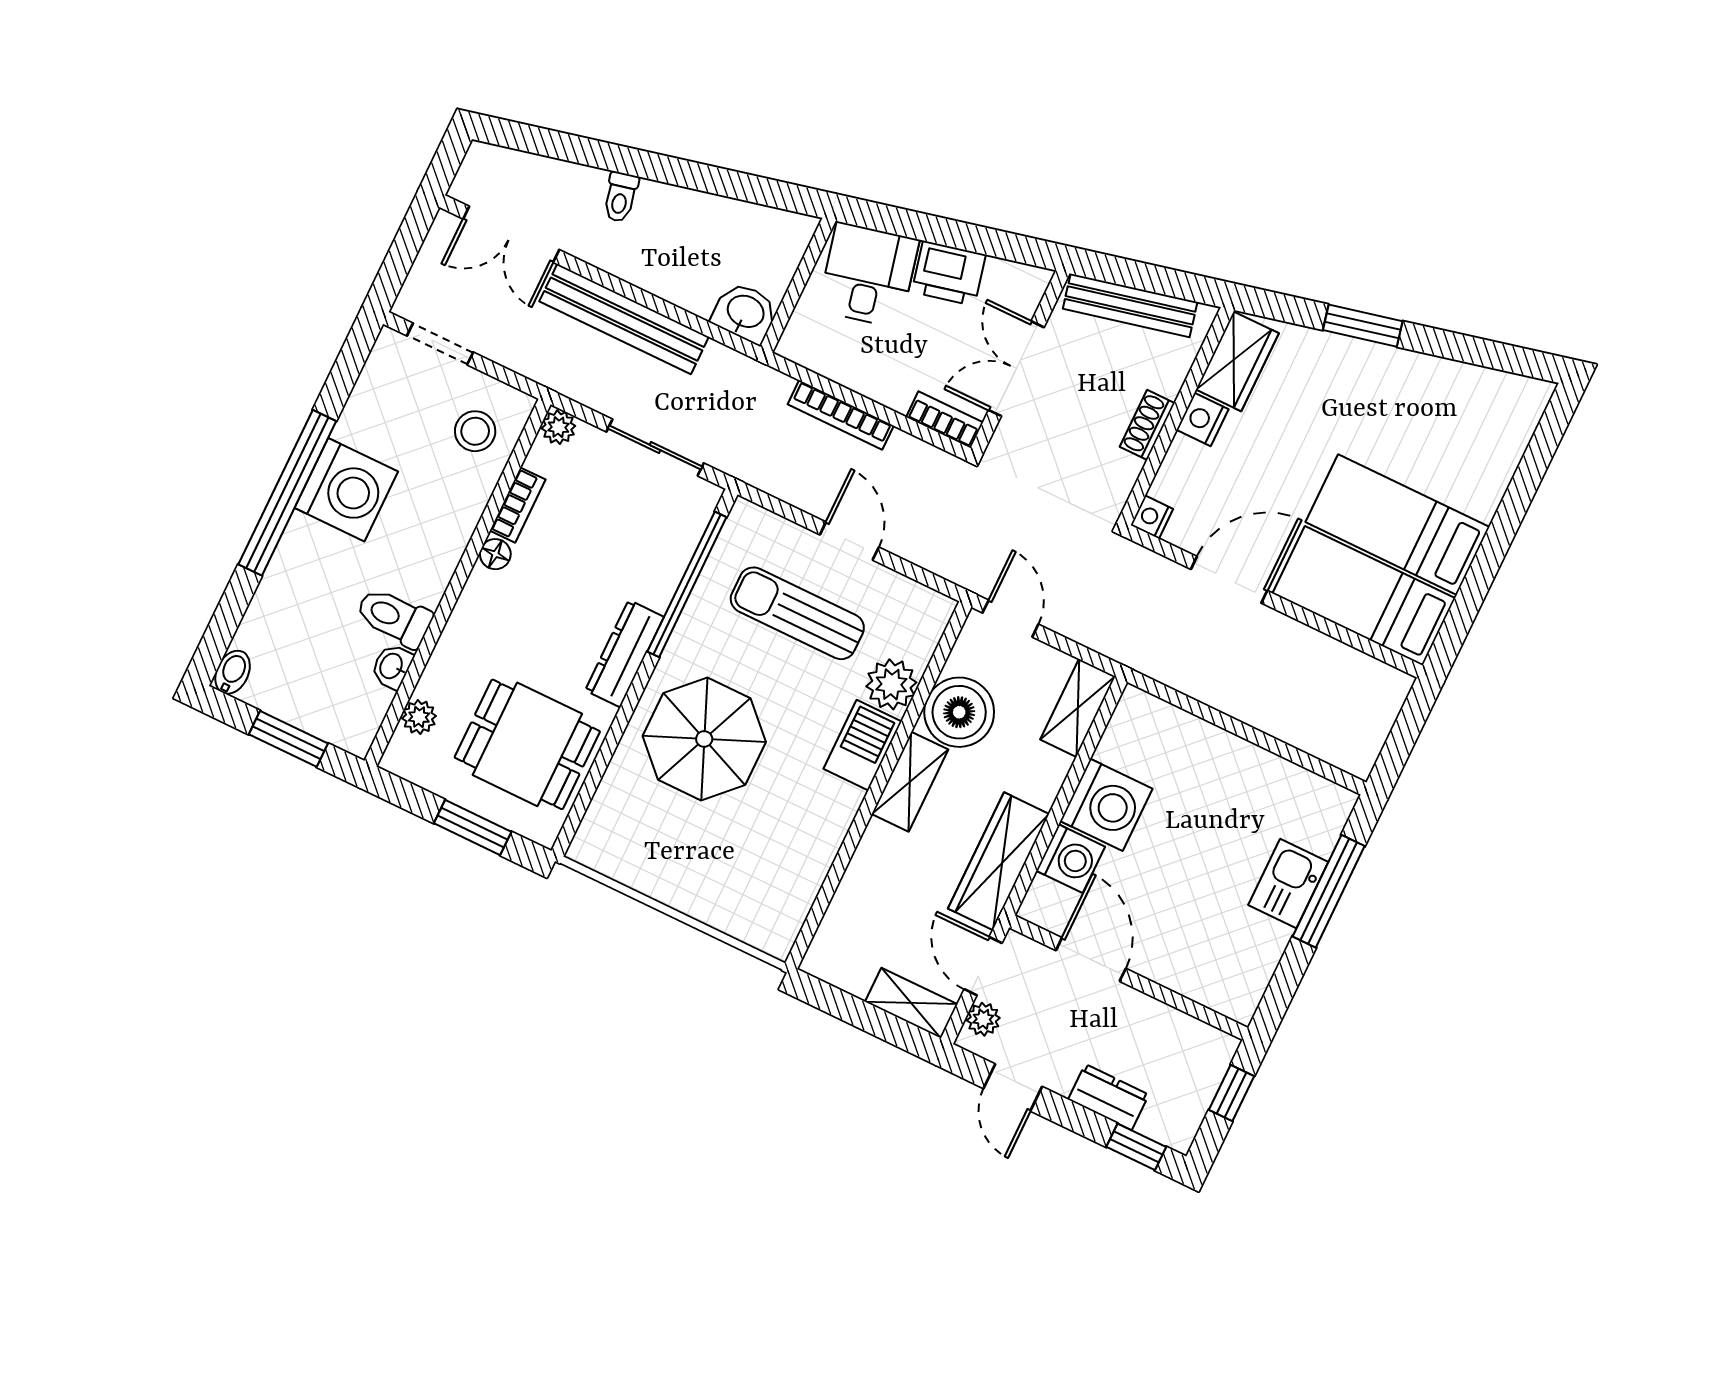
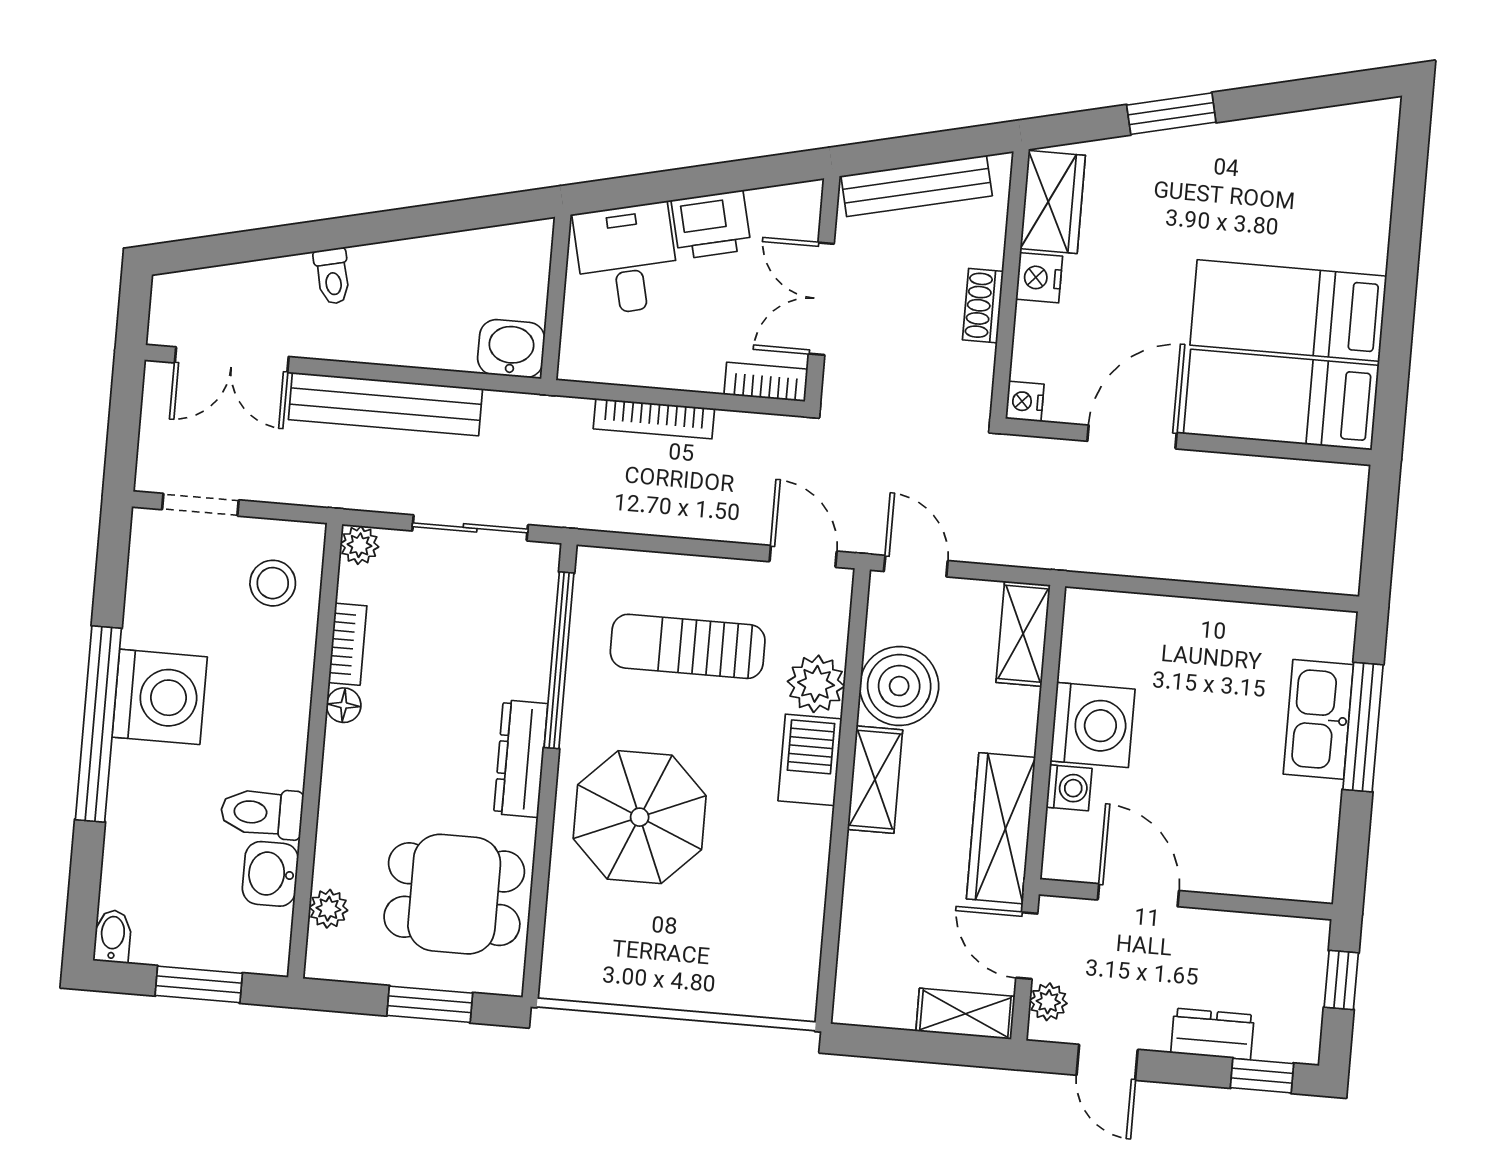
door: (849, 541) -> (803, 556), moved
washbasin: (392, 666) -> (270, 874), width x1.38, depth x1.45
washing machine: (1071, 859) -> (1069, 788), width x0.73, depth x0.73
kitchen sink: (1288, 883) -> (1318, 719), width x1.38

